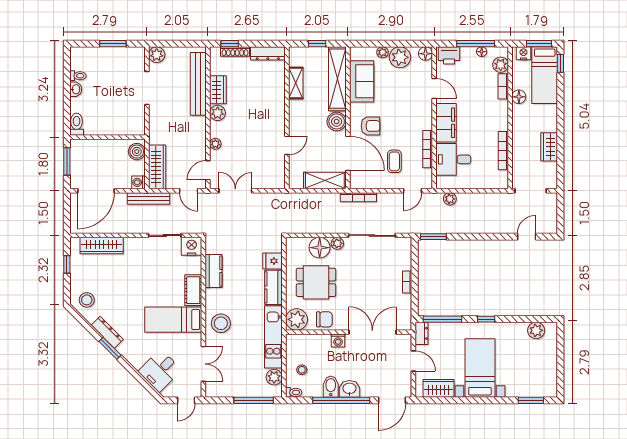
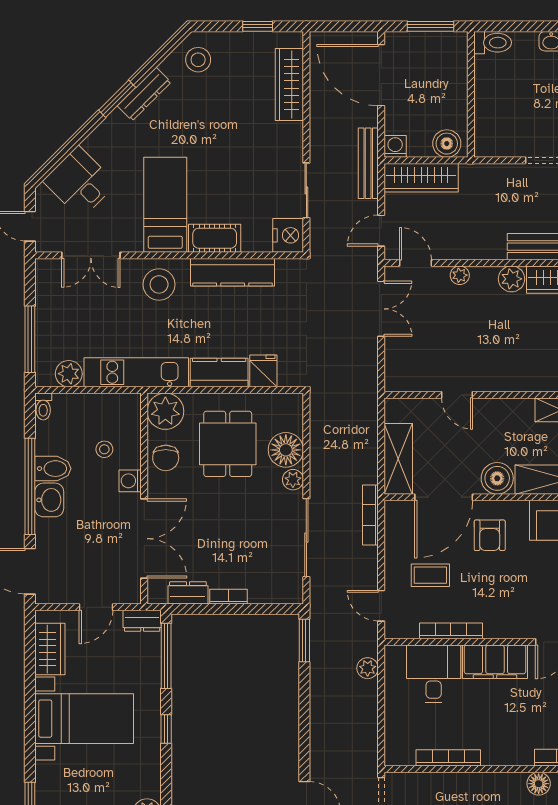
kitchen counter: (214, 271) -> (233, 272), width x1.50
dresser: (405, 306) -> (188, 593), added
stool: (302, 370) -> (104, 449), moved

